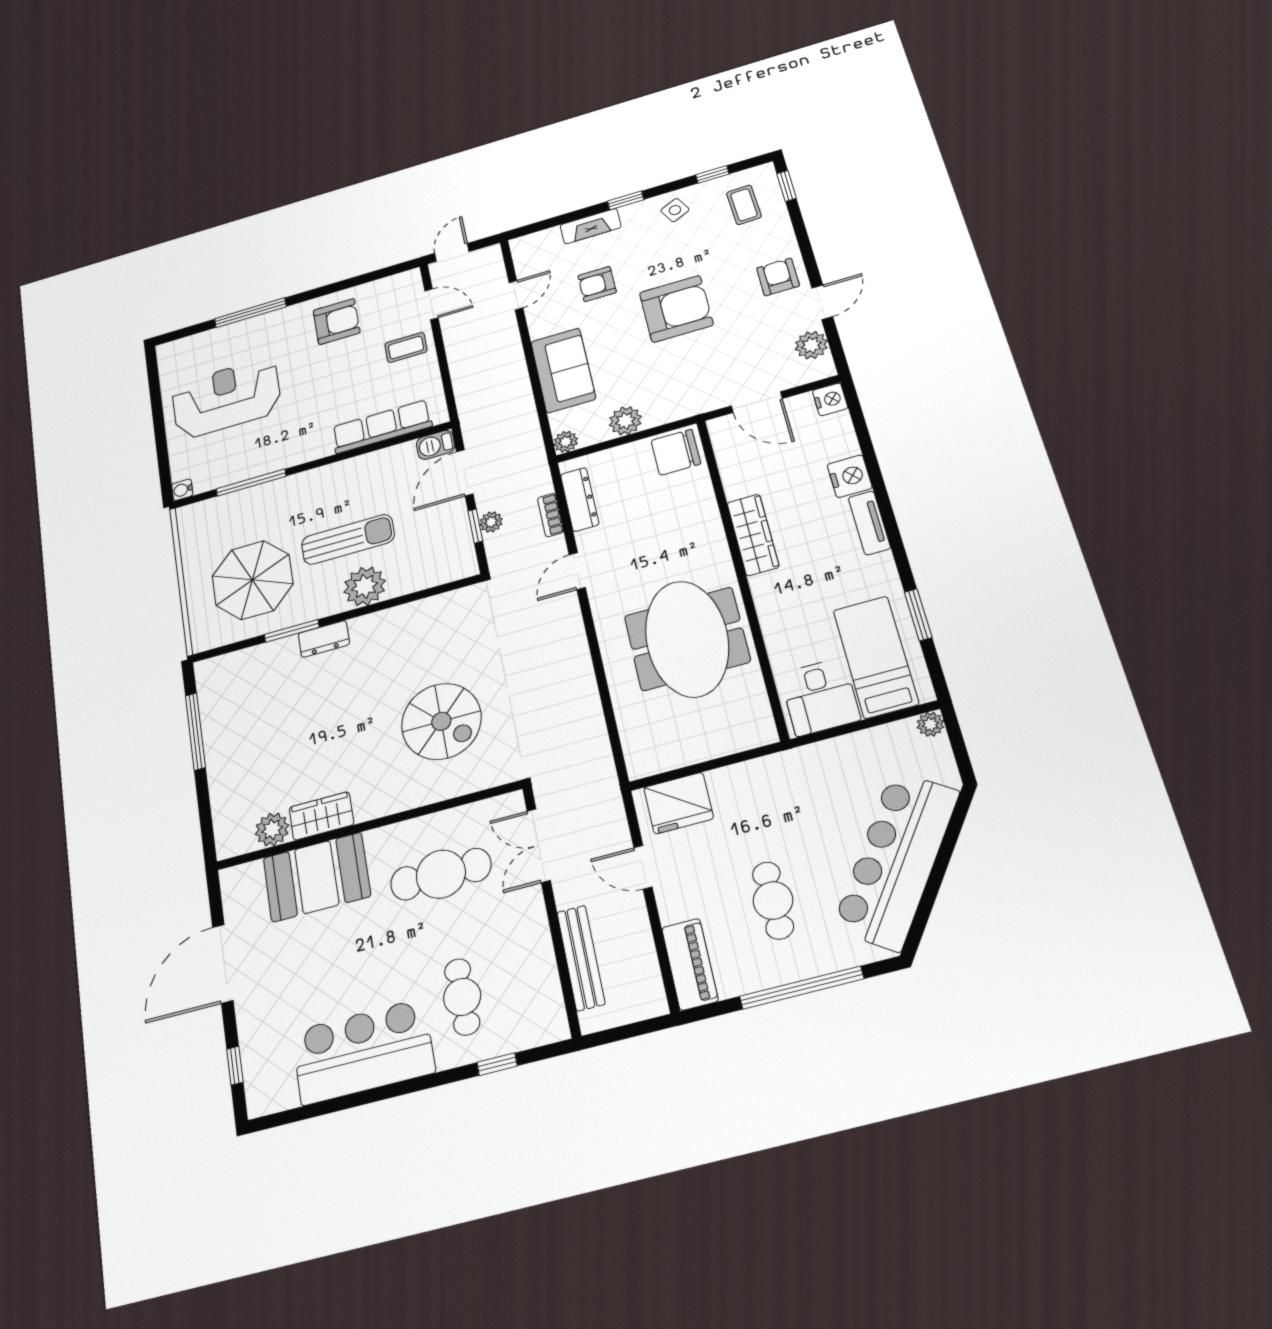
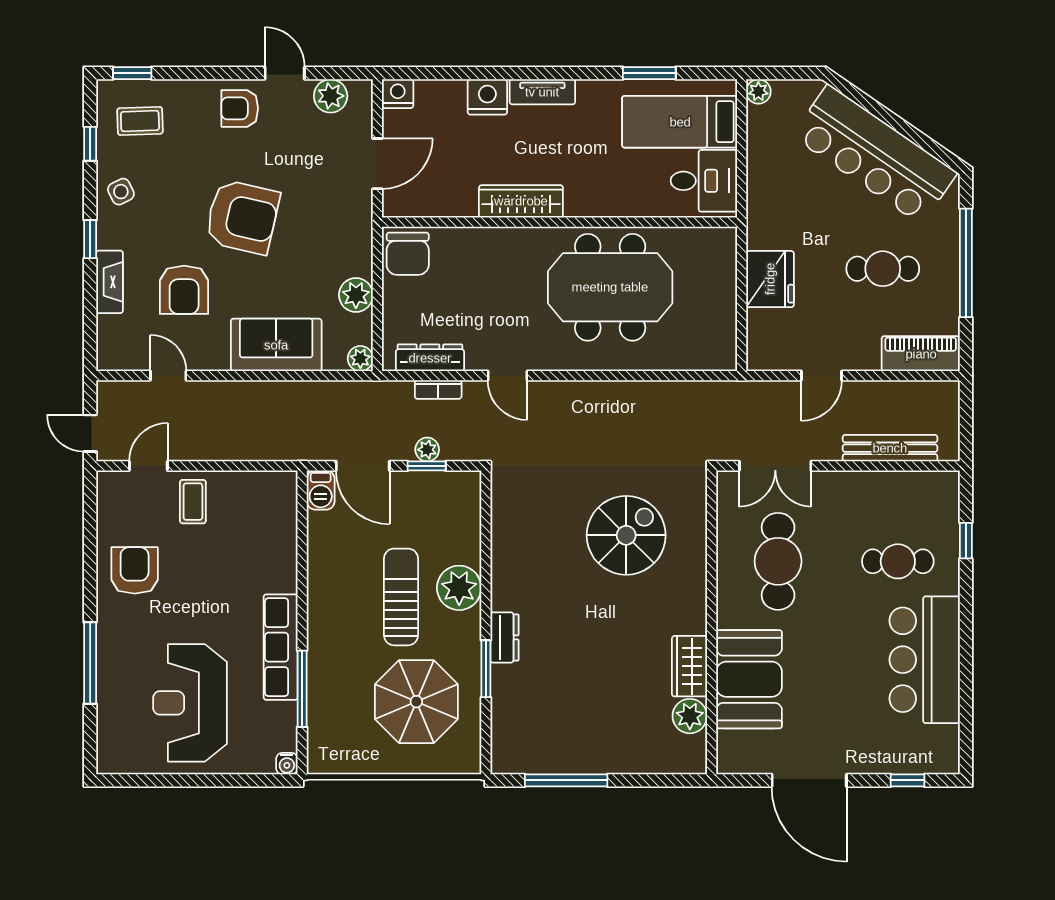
armchair: (597, 284) -> (184, 290), width x1.38, depth x1.38
armchair: (676, 309) -> (242, 217), turned 103
row of seats: (382, 427) -> (281, 647), moved
fridge: (679, 803) -> (770, 279), moved

